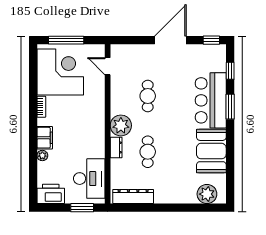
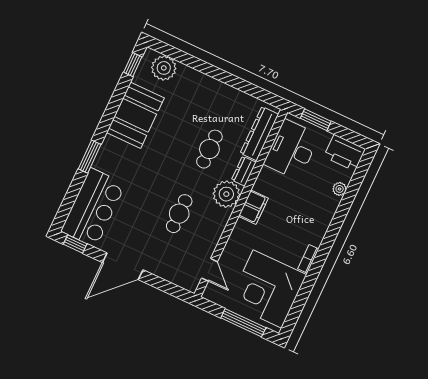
window: (230, 71) -> (133, 65), moved
bar counter: (211, 100) -> (93, 208), moved
filing cabinet: (45, 138) -> (253, 207), moved, turned 180
plant: (42, 156) -> (340, 189), moved
dresser: (133, 196) -> (259, 134), moved, turned 90

